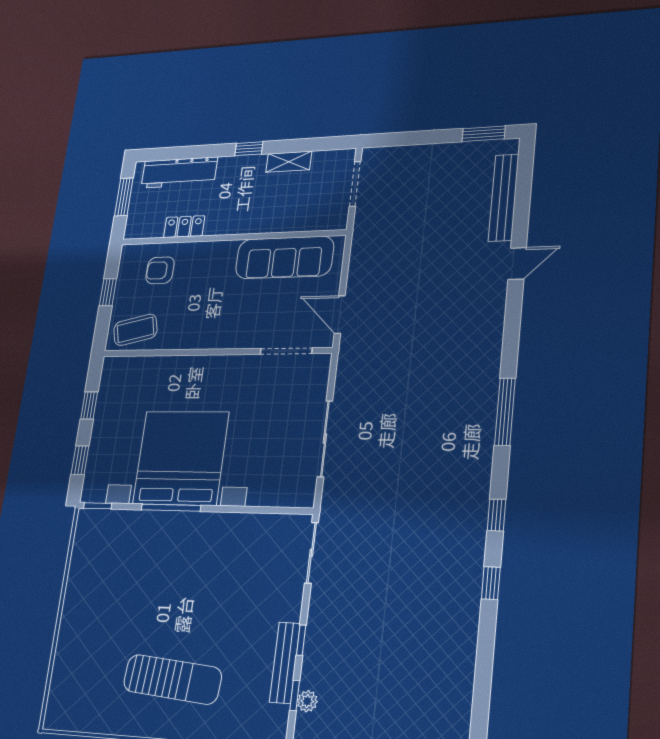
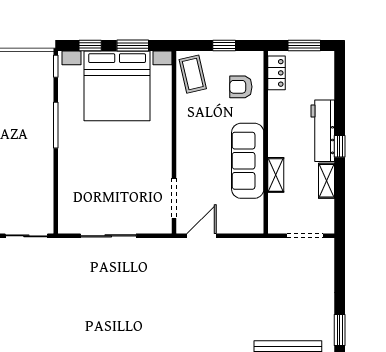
workbench: (179, 173) -> (323, 131), moved
shelving: (273, 223) -> (276, 175), added
locker: (184, 227) -> (277, 73), moved
sofa: (284, 257) -> (248, 161), moved
armchair: (160, 270) -> (241, 87), turned -90
window: (89, 405) -> (133, 45), width x1.50
bed with nightstands: (181, 458) -> (117, 86), moved, turned 90

